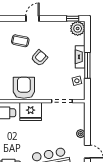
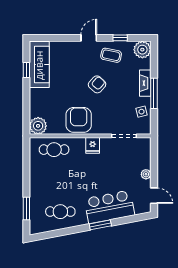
window: (73, 19) -> (120, 38), moved
coffee table: (20, 41) -> (111, 55), moved
fridge: (31, 112) -> (93, 145), width x0.53, depth x0.75

